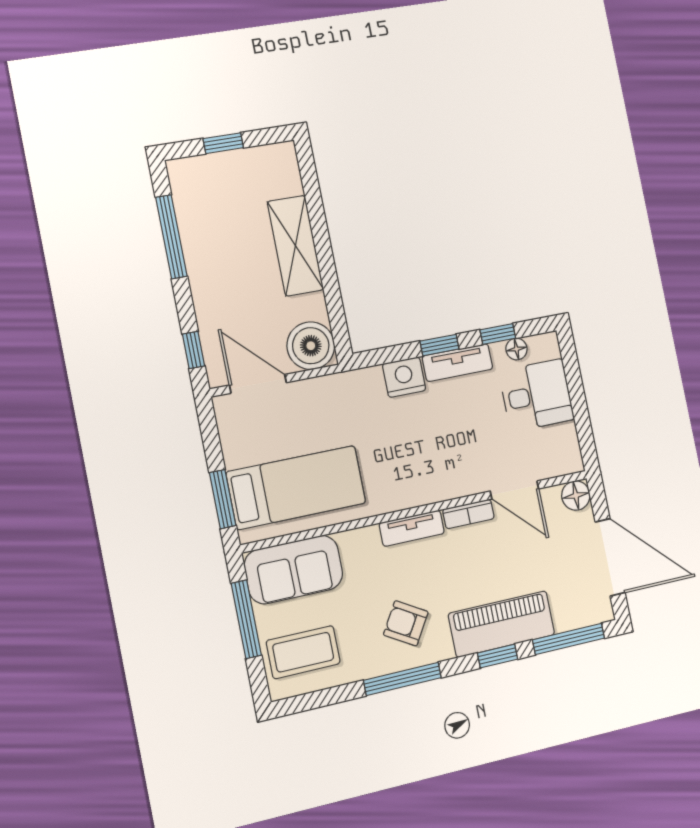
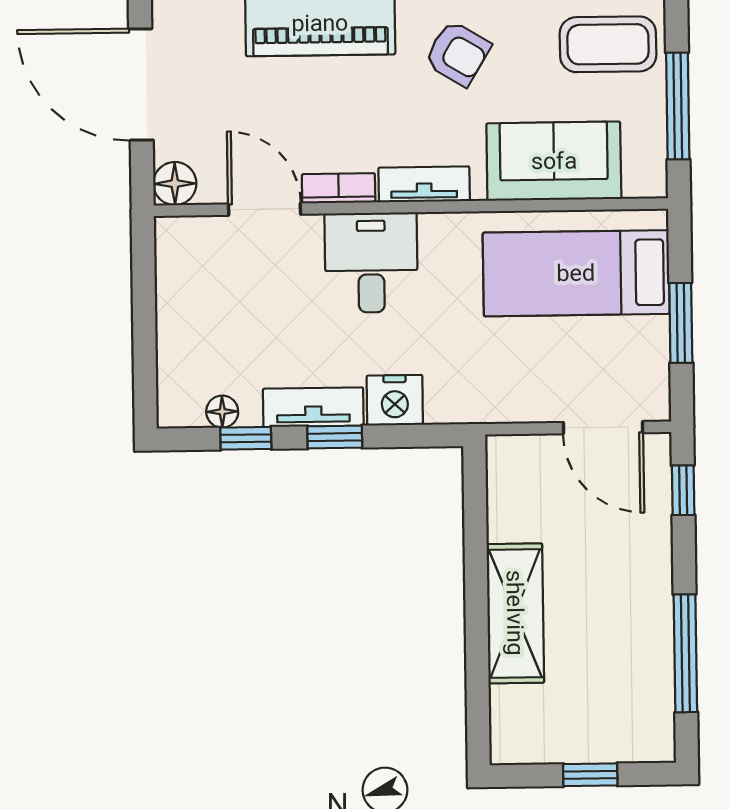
boiler: (311, 346) -> (520, 468), removed
desk: (537, 395) -> (371, 263), moved, turned 90
window: (223, 499) -> (681, 323), moved
sofa: (294, 570) -> (554, 161), moved

